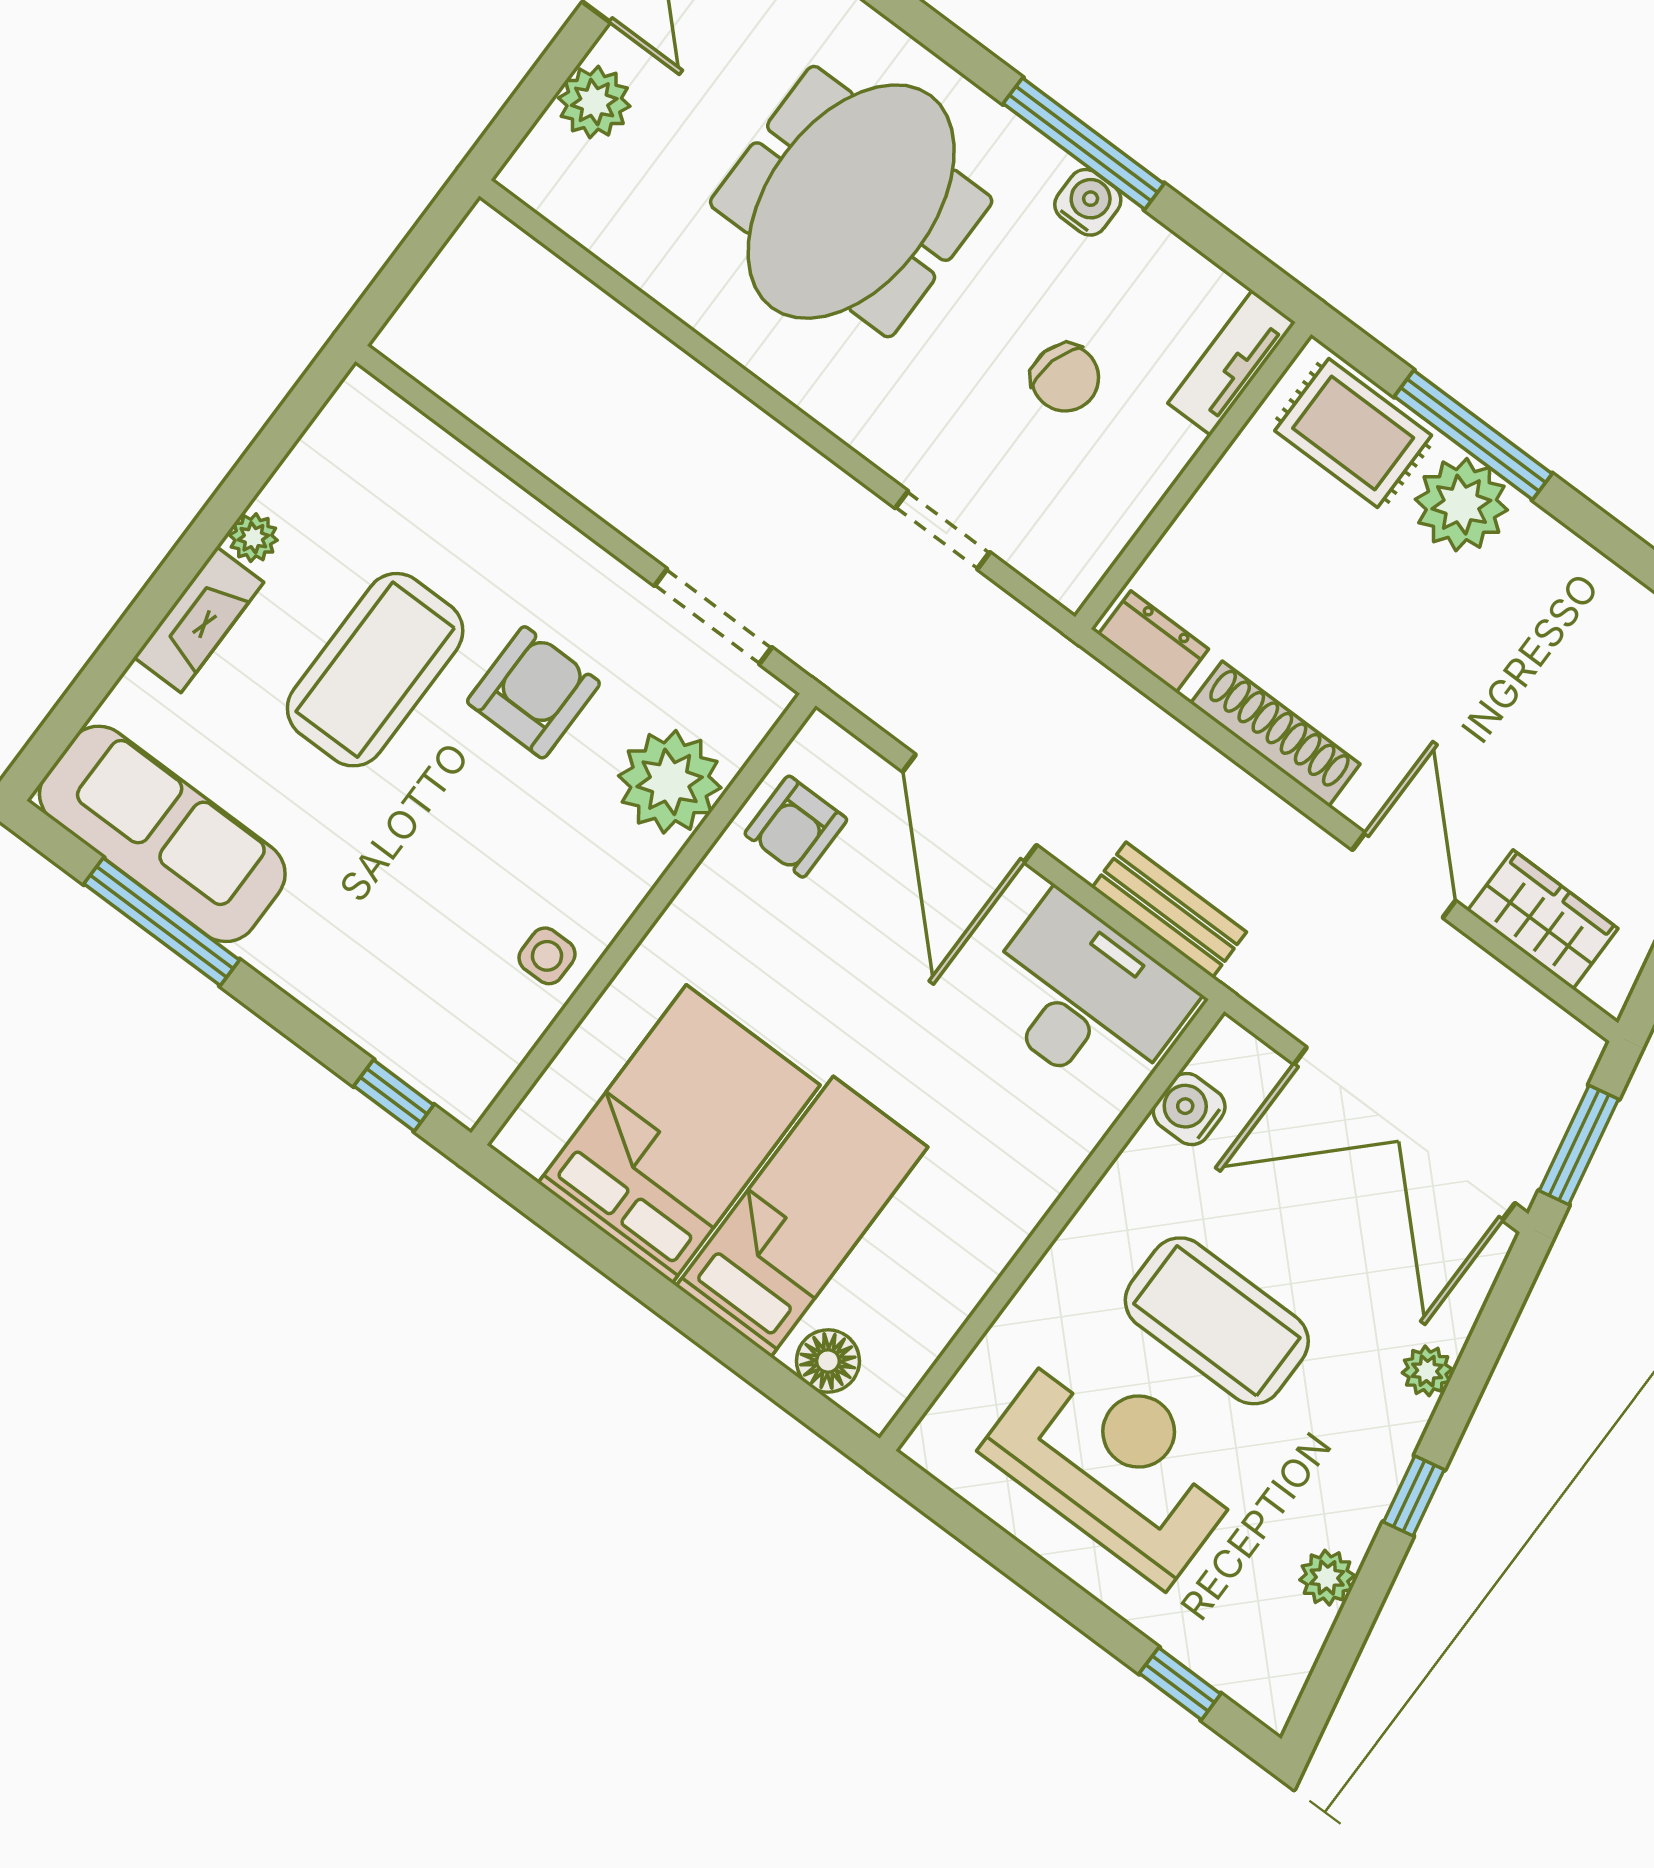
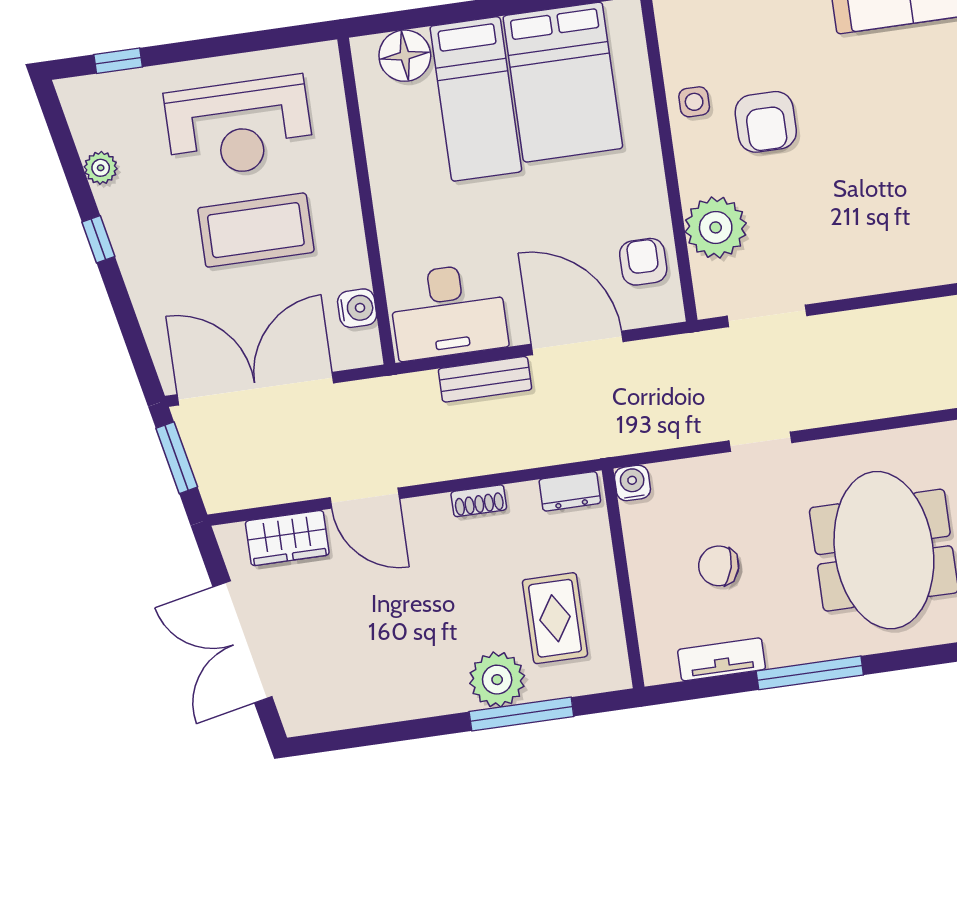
water cooler: (1088, 202) -> (632, 483), moved, turned 180
tv unit: (1232, 363) -> (722, 659), moved, turned -90
rug: (1353, 433) -> (555, 618), moved, turned 90
doorway: (943, 530) -> (760, 442), moved
coffee table: (375, 670) -> (888, 151), removed
armchair: (533, 692) -> (766, 122), moved
shoe rack: (1275, 734) -> (479, 501), width x0.51, depth x0.81
bench: (1169, 910) -> (485, 379), moved
floor lamp: (828, 1361) -> (405, 56), width x1.38, depth x1.38
plant: (1427, 1371) -> (146, 298), removed

